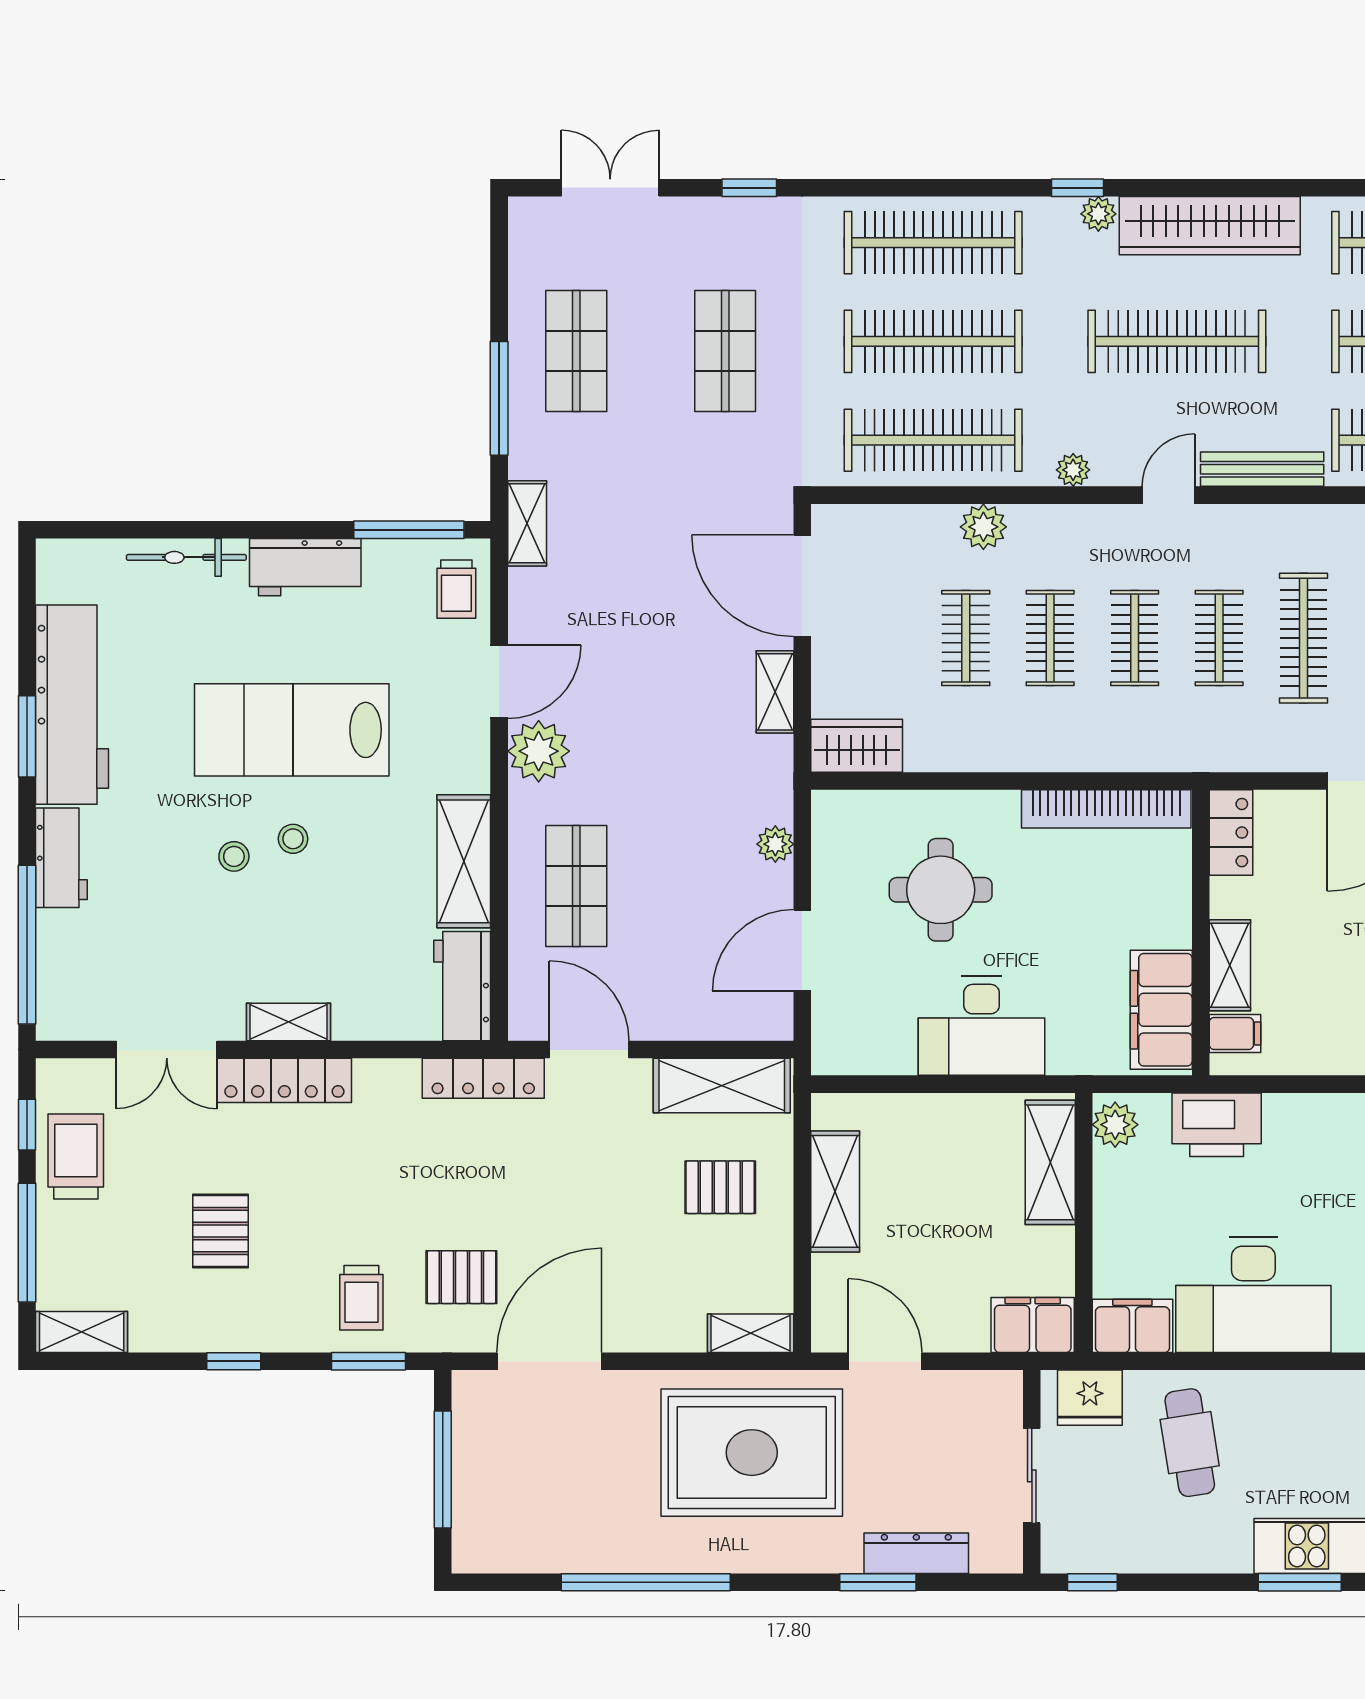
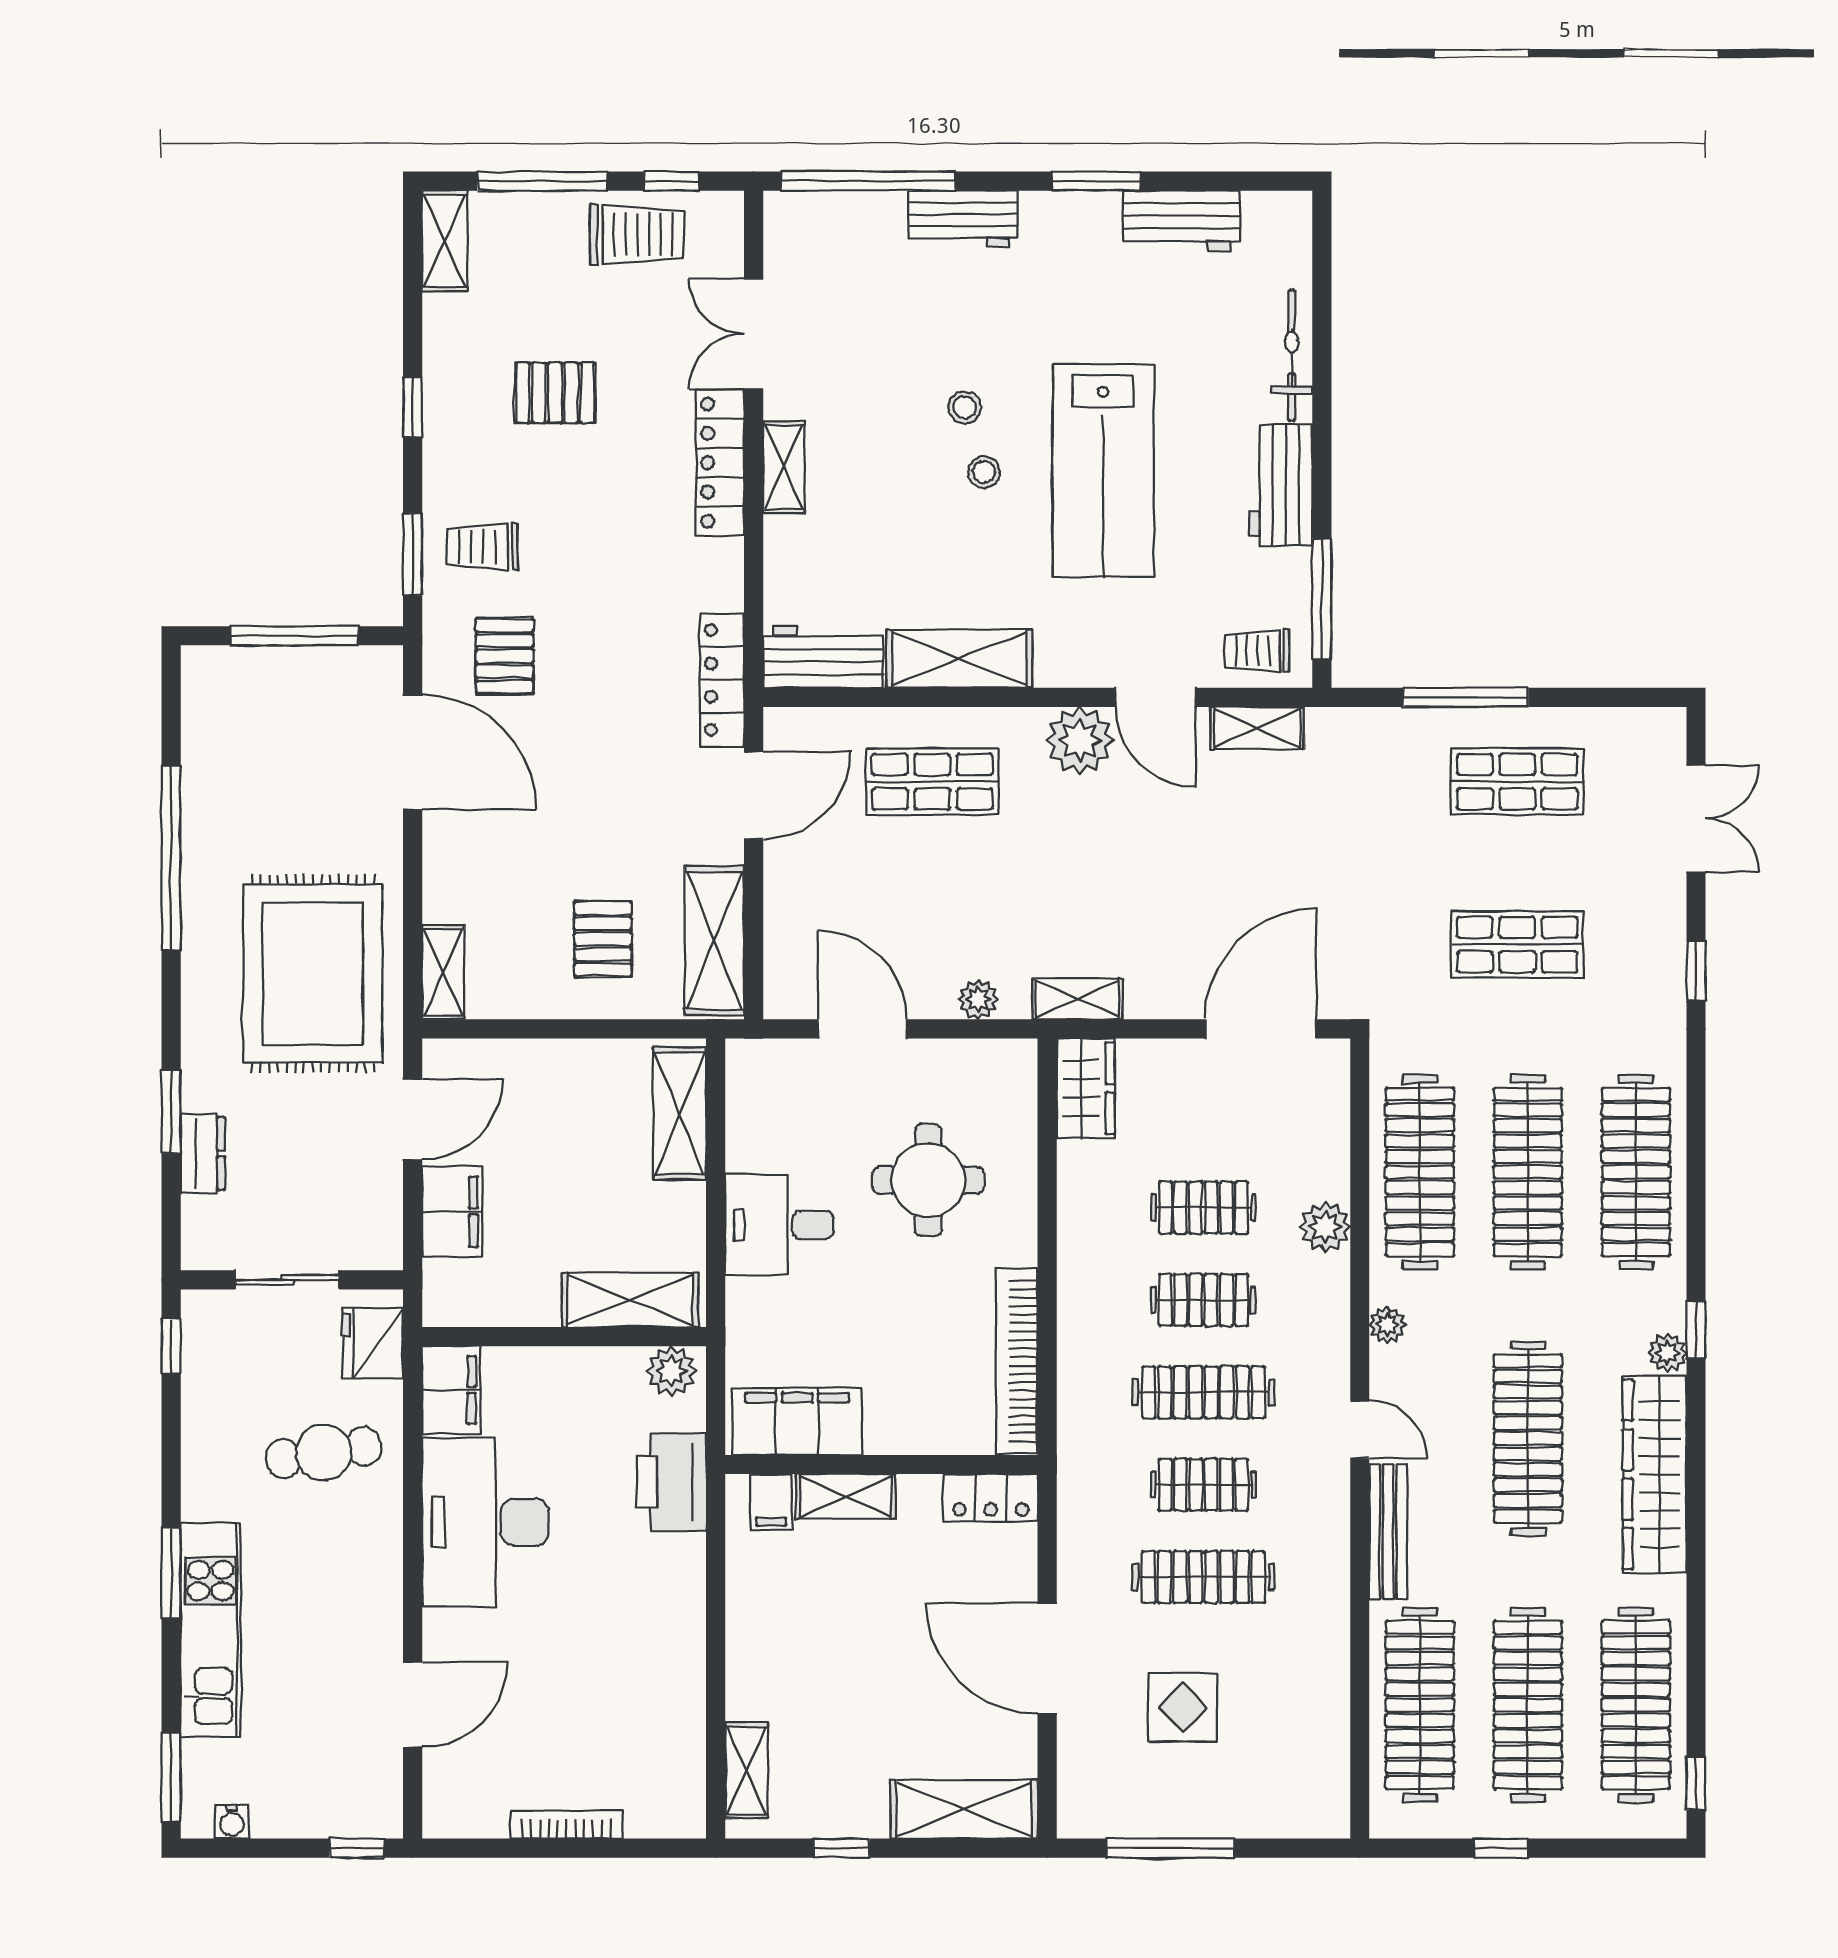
shelving: (527, 523) -> (1257, 728), moved
clothes rail: (1135, 638) -> (1203, 1392), width x1.36
shelving: (775, 692) -> (1078, 999), moved
workbench: (72, 705) -> (1182, 221), width x0.53, depth x0.76
lab bench: (292, 730) -> (1103, 471), turned 180
desk: (982, 1026) -> (779, 1225), width x0.73
shelving: (835, 1191) -> (680, 1114), moved, turned 90
filing cabinet: (1033, 1325) -> (452, 1211), moved
dresser: (916, 1553) -> (203, 1154), width x0.70

